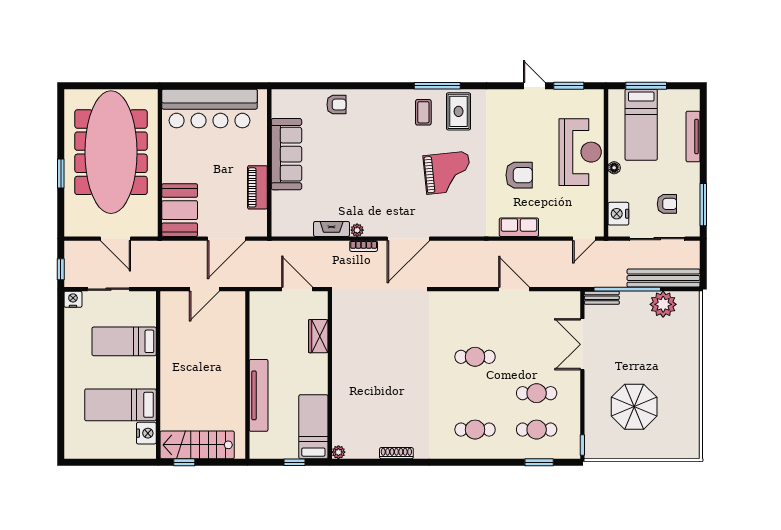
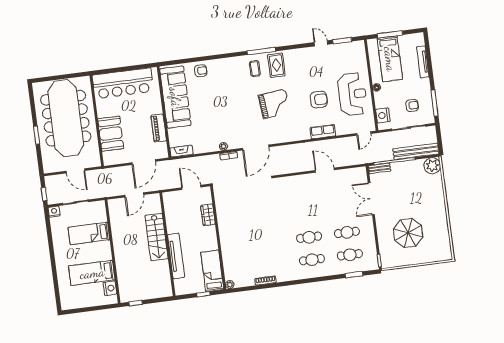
reception desk: (580, 152) -> (352, 94), moved
sofa: (286, 154) -> (175, 97), width x1.36, depth x1.27
booth: (180, 210) -> (111, 134), moved
fireplace: (332, 229) -> (182, 151), moved
plant: (663, 304) -> (432, 166), moved
cafe table: (475, 357) -> (309, 237), moved
stairs: (197, 445) -> (157, 237), moved, turned -90

